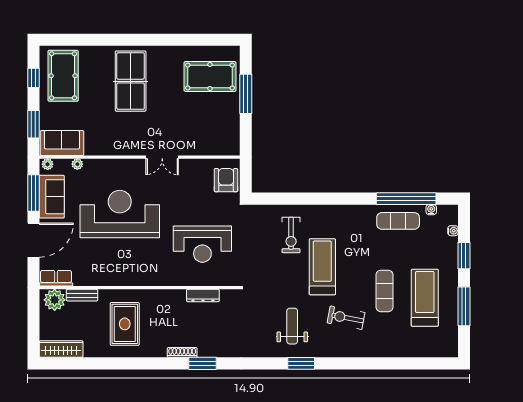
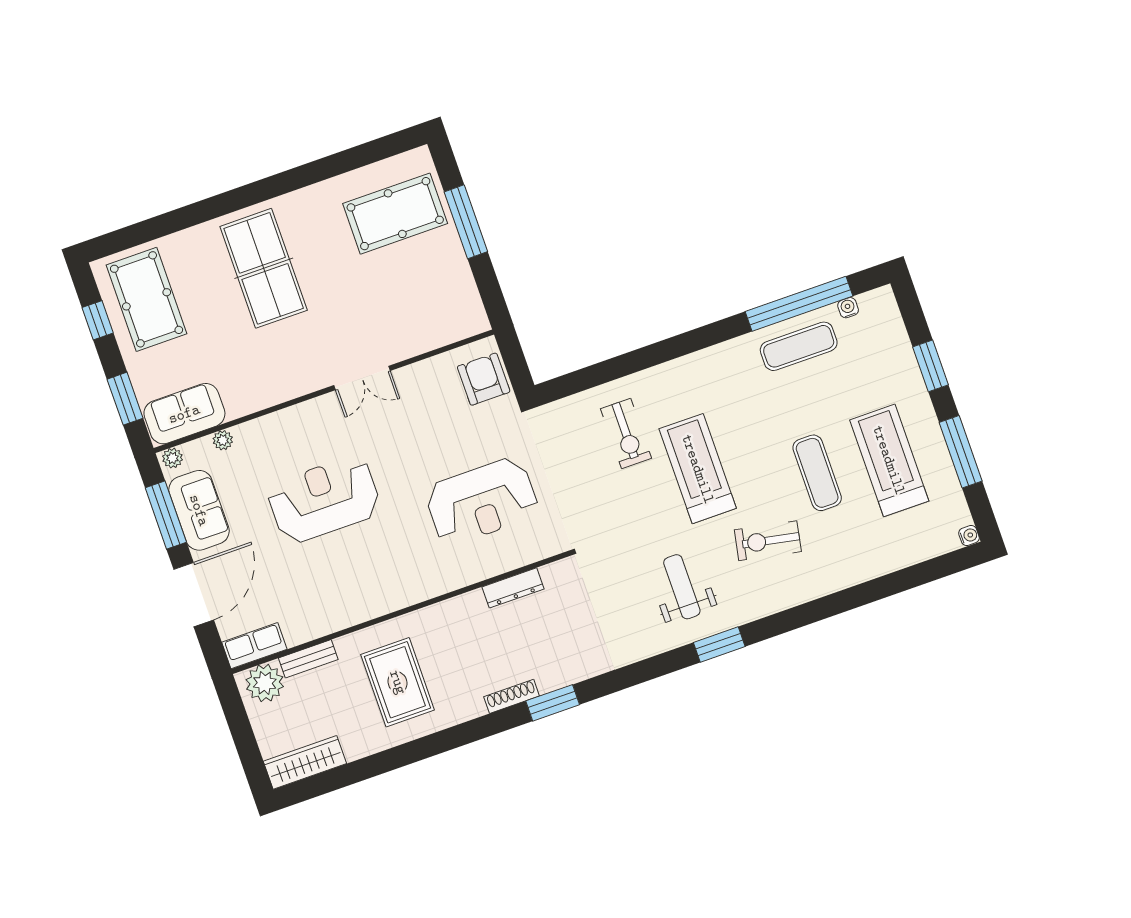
reception desk: (120, 214) -> (324, 499), width x0.74, depth x0.77
water cooler: (453, 231) -> (969, 535), moved

